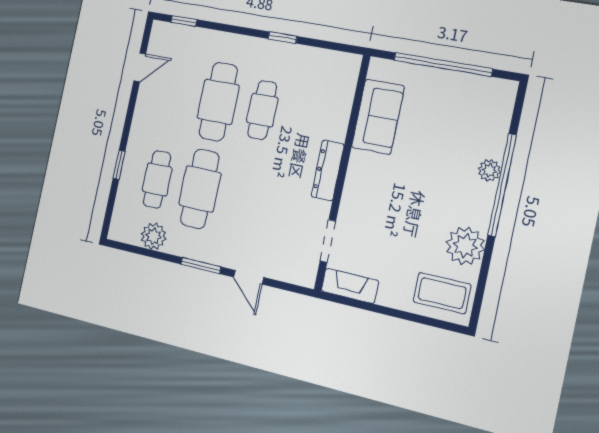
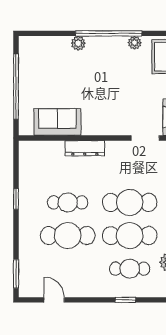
window: (184, 21) -> (16, 274), width x1.50
dresser: (328, 170) -> (85, 148), moved
window: (502, 185) -> (109, 33), moved
cafe table: (244, 199) -> (130, 202), added
plant: (465, 246) -> (135, 43), width x0.53, depth x0.53

